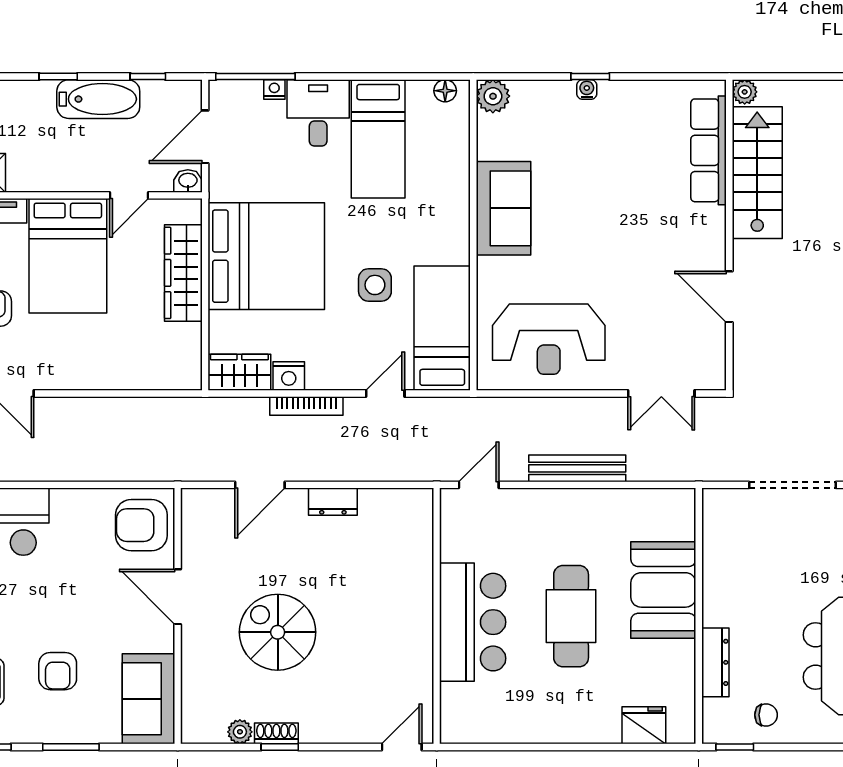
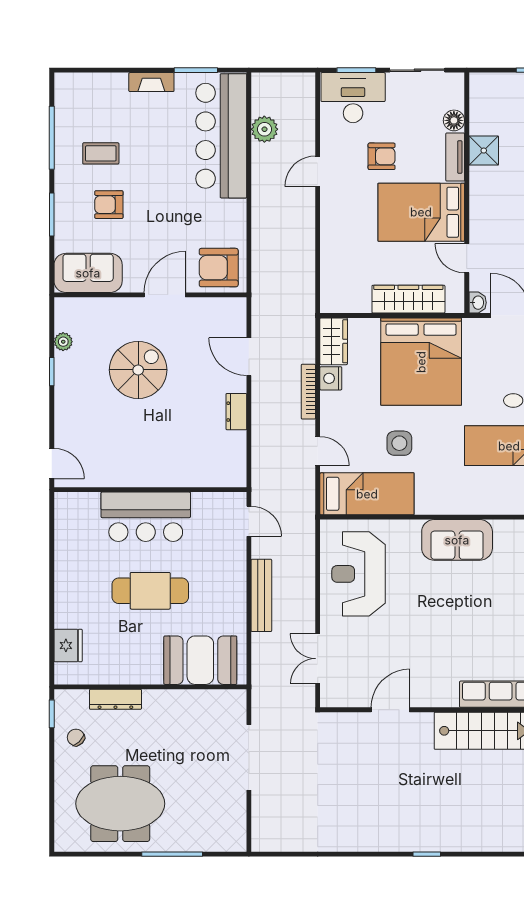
armchair: (141, 525) -> (219, 268), turned -90
booth: (663, 590) -> (200, 660), moved
chair: (766, 715) -> (76, 737), turned 135
shoe rack: (276, 733) -> (62, 369), removed

